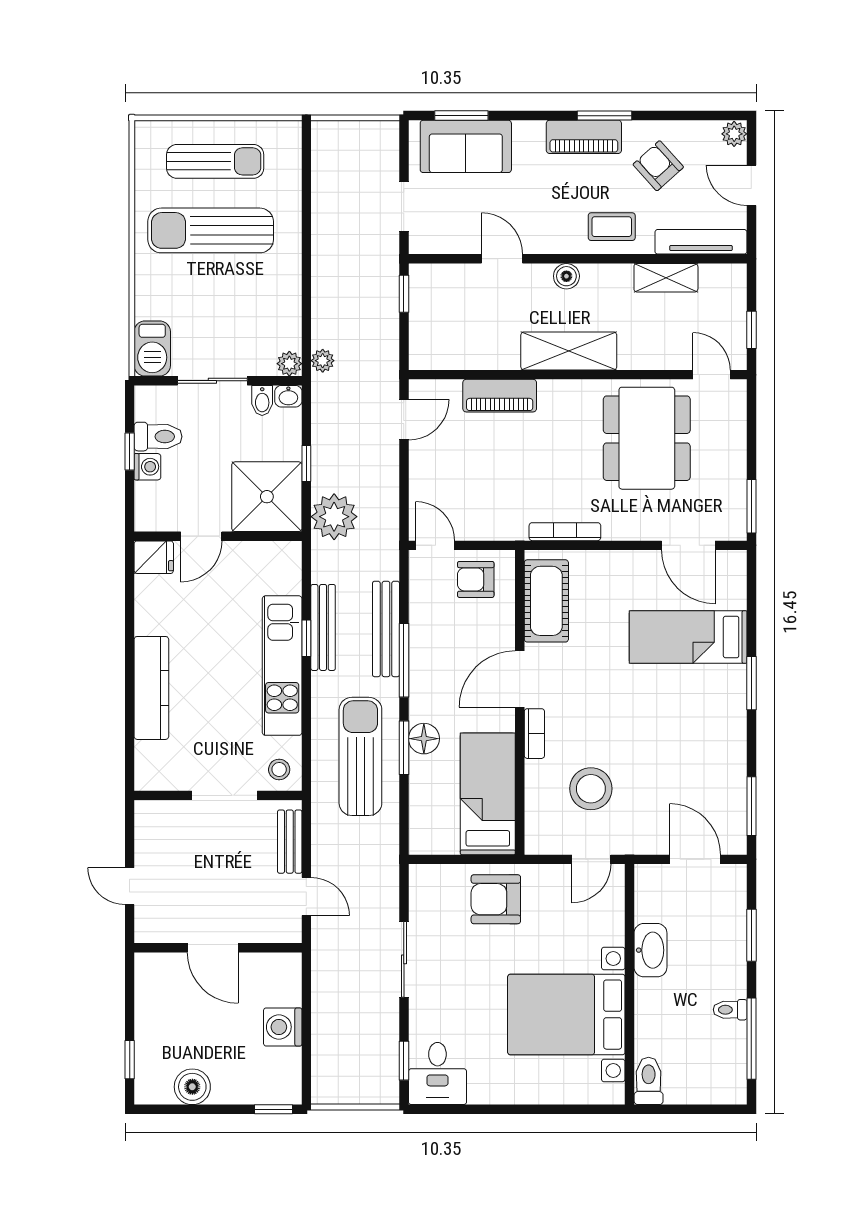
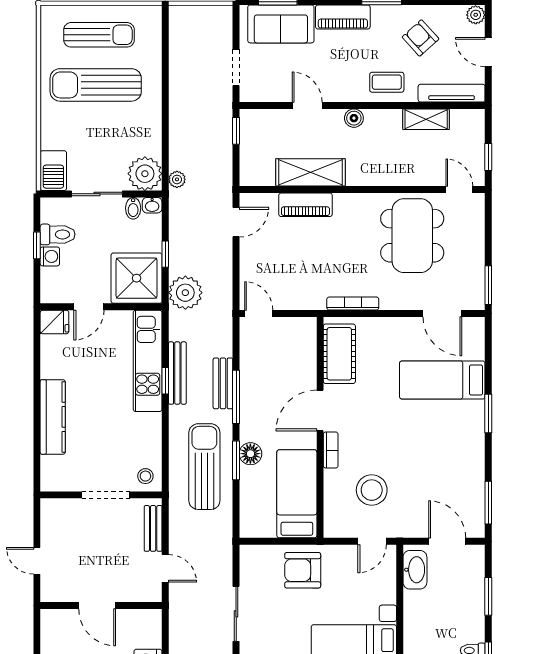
piano: (584, 137) -> (343, 17), moved
shelving: (569, 351) -> (311, 172), moved
plant: (289, 364) -> (145, 174), width x1.88, depth x1.88
armchair: (476, 579) -> (288, 338), removed
bench: (386, 629) -> (223, 383), width x0.73
kitchen unit: (282, 666) -> (148, 361), moved
washbasin: (650, 950) -> (415, 570), moved

